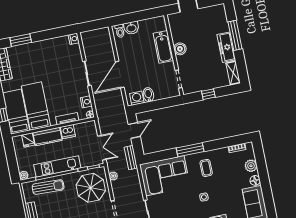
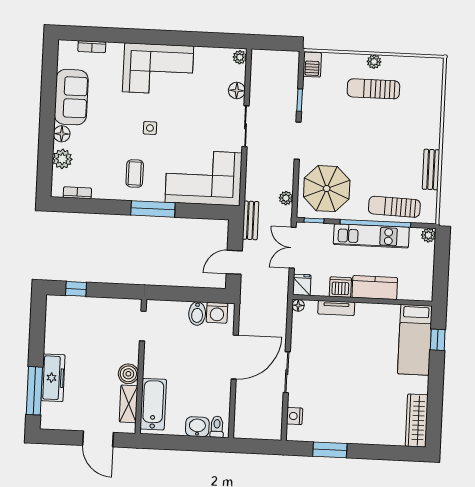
window: (235, 35) -> (34, 391), moved
nightstand: (74, 39) -> (295, 416), moved
window: (21, 40) -> (330, 450), moved
bathtub: (163, 47) -> (153, 404), moved
freezer: (226, 47) -> (53, 378), moved
shelving: (233, 73) -> (129, 404), moved
window: (208, 94) -> (76, 289), moved
nightstand: (86, 102) -> (299, 327), removed
bed: (36, 106) -> (381, 341), removed
fridge: (28, 140) -> (302, 285), moved

